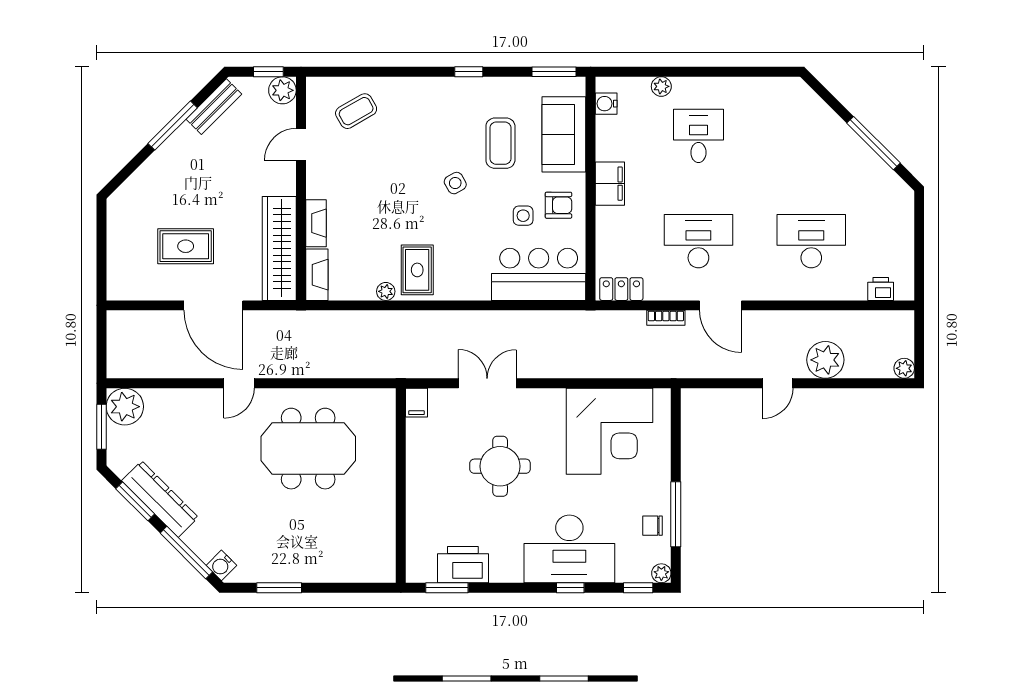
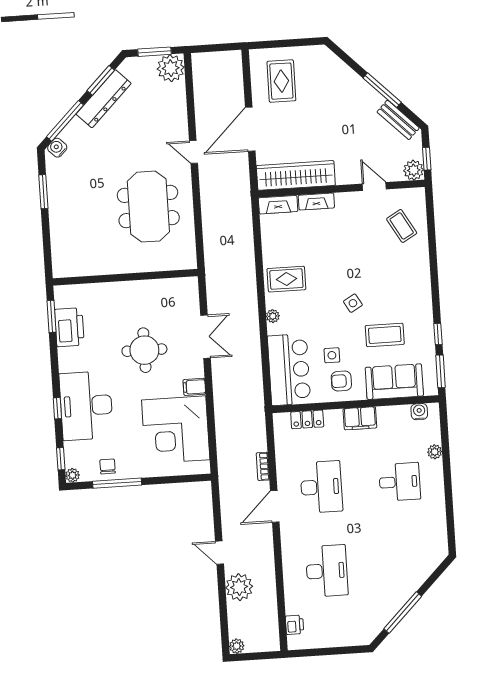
window: (469, 72) -> (438, 334), moved
armchair: (558, 205) -> (341, 381), turned 90
rug: (186, 246) -> (281, 81), moved
locker: (621, 289) -> (307, 419), moved, turned 90
plant: (386, 291) -> (273, 316), moved
filing cabinet: (416, 403) -> (194, 387), moved

